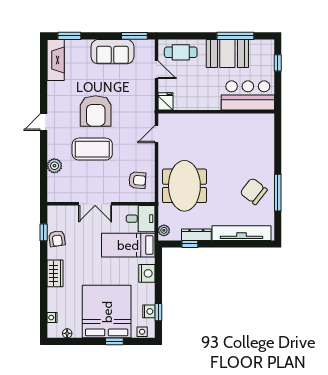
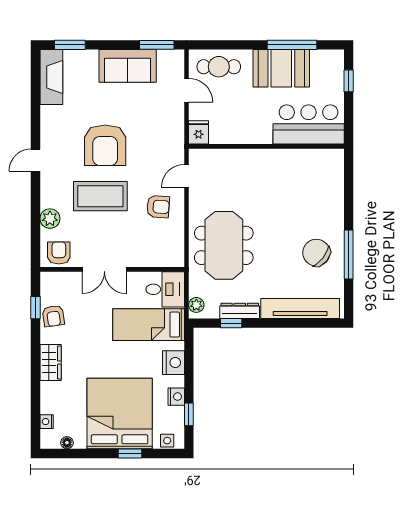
armchair: (137, 180) -> (158, 207), moved
armchair: (61, 191) -> (59, 253), added
nightstand: (149, 311) -> (176, 397), moved

